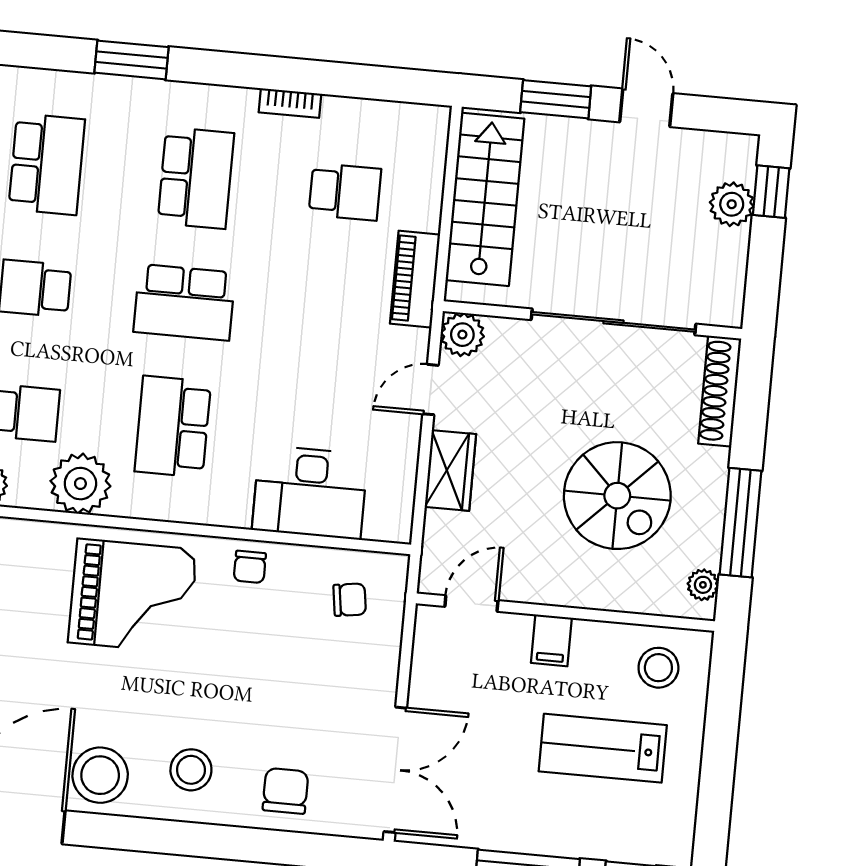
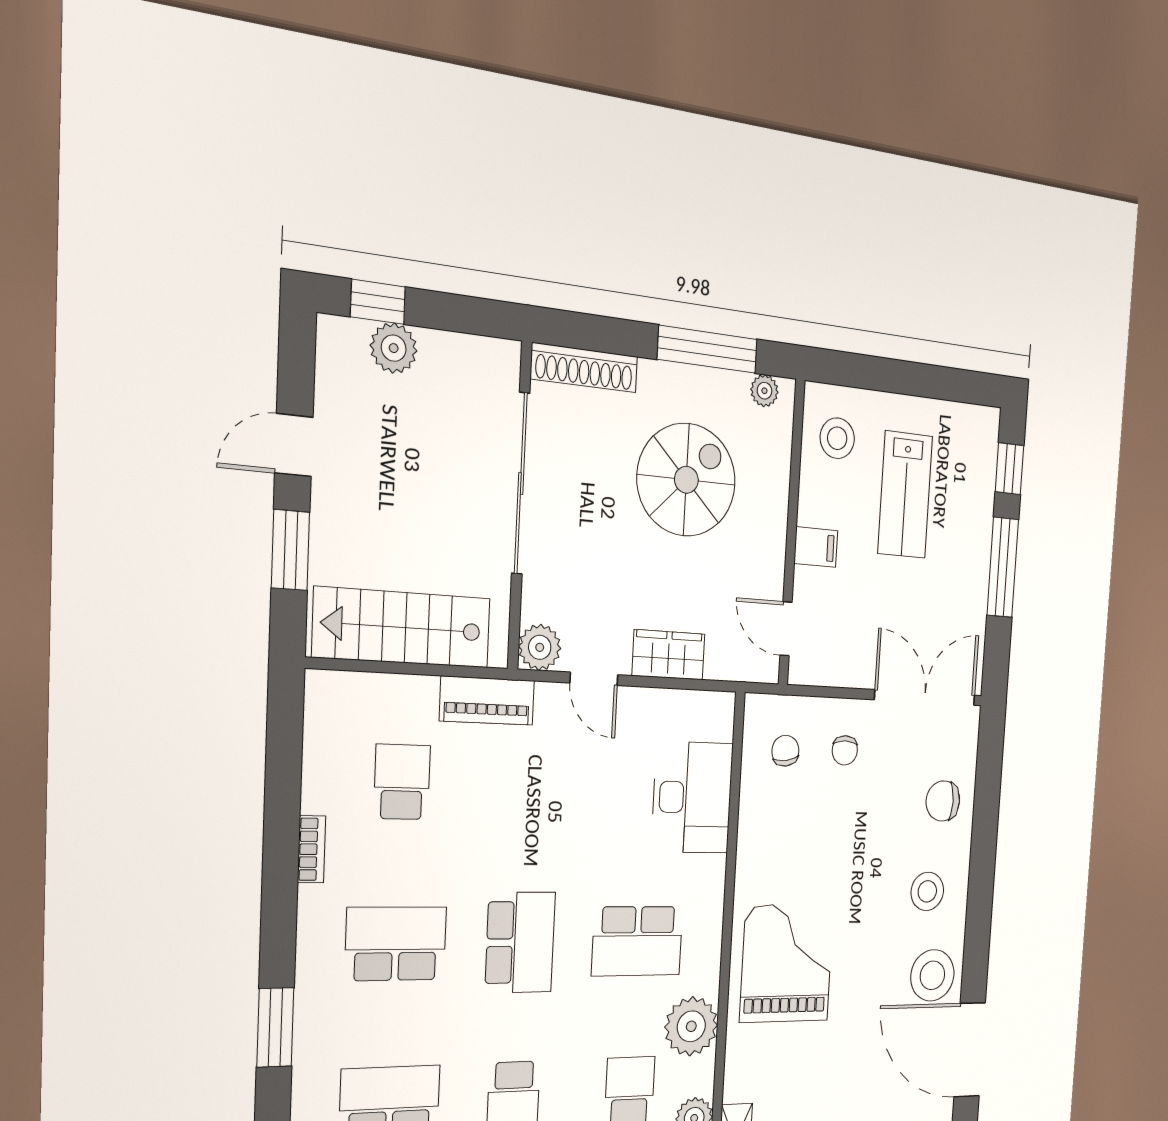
chair: (250, 567) -> (845, 750), moved, turned 90

